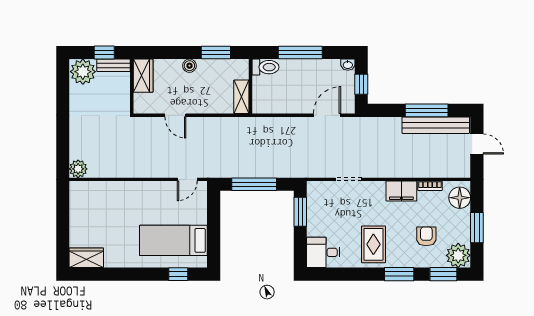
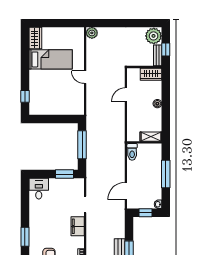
window: (216, 53) -> (166, 120), removed
toilet: (266, 67) -> (132, 152), moved
shelving: (241, 97) -> (151, 137), moved
door: (327, 115) -> (126, 191), swing flipped
door: (187, 179) -> (85, 77), moved
filing cabinet: (401, 191) -> (78, 226), moved
bed: (173, 240) -> (51, 59), moved, turned 90
rug: (373, 244) -> (44, 221), removed

